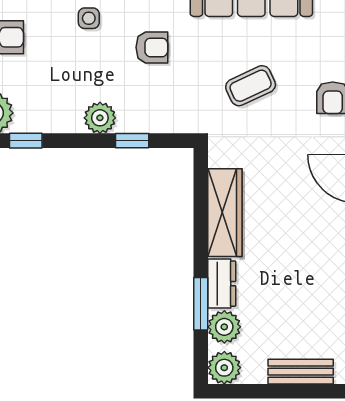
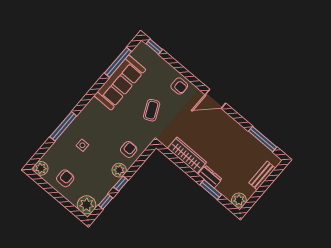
armchair: (152, 47) -> (129, 149), moved
window: (132, 141) -> (121, 184), moved
plant: (224, 327) -> (225, 188), removed

